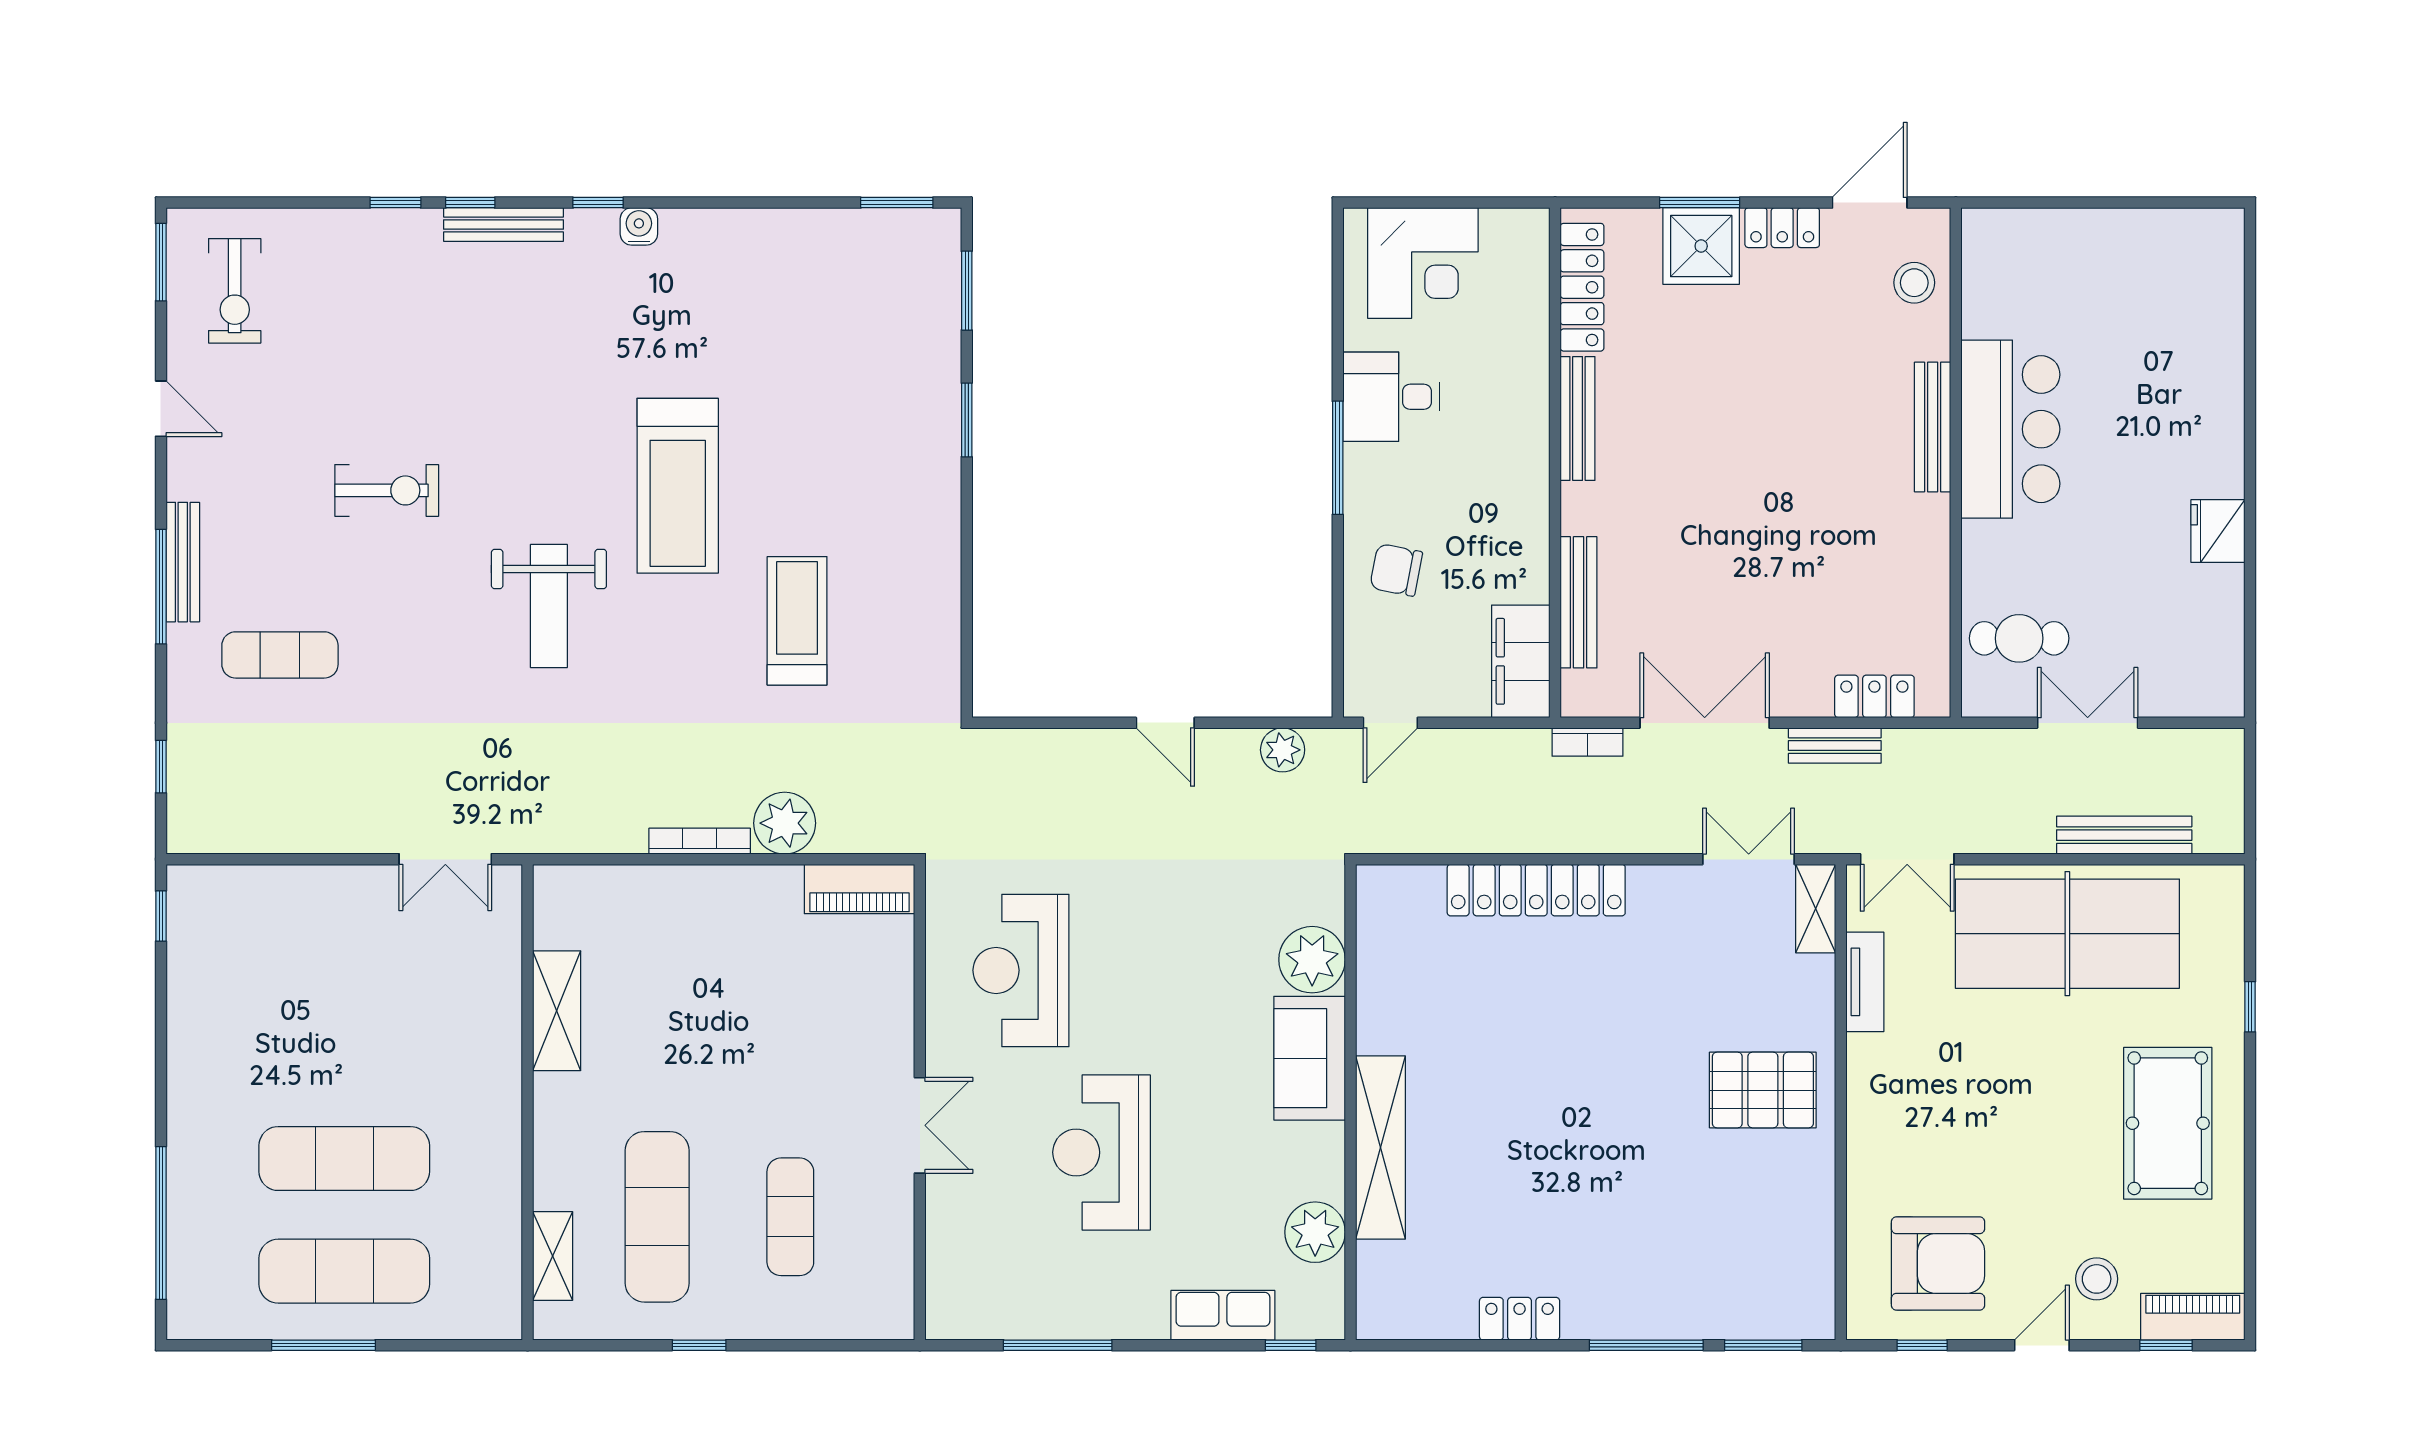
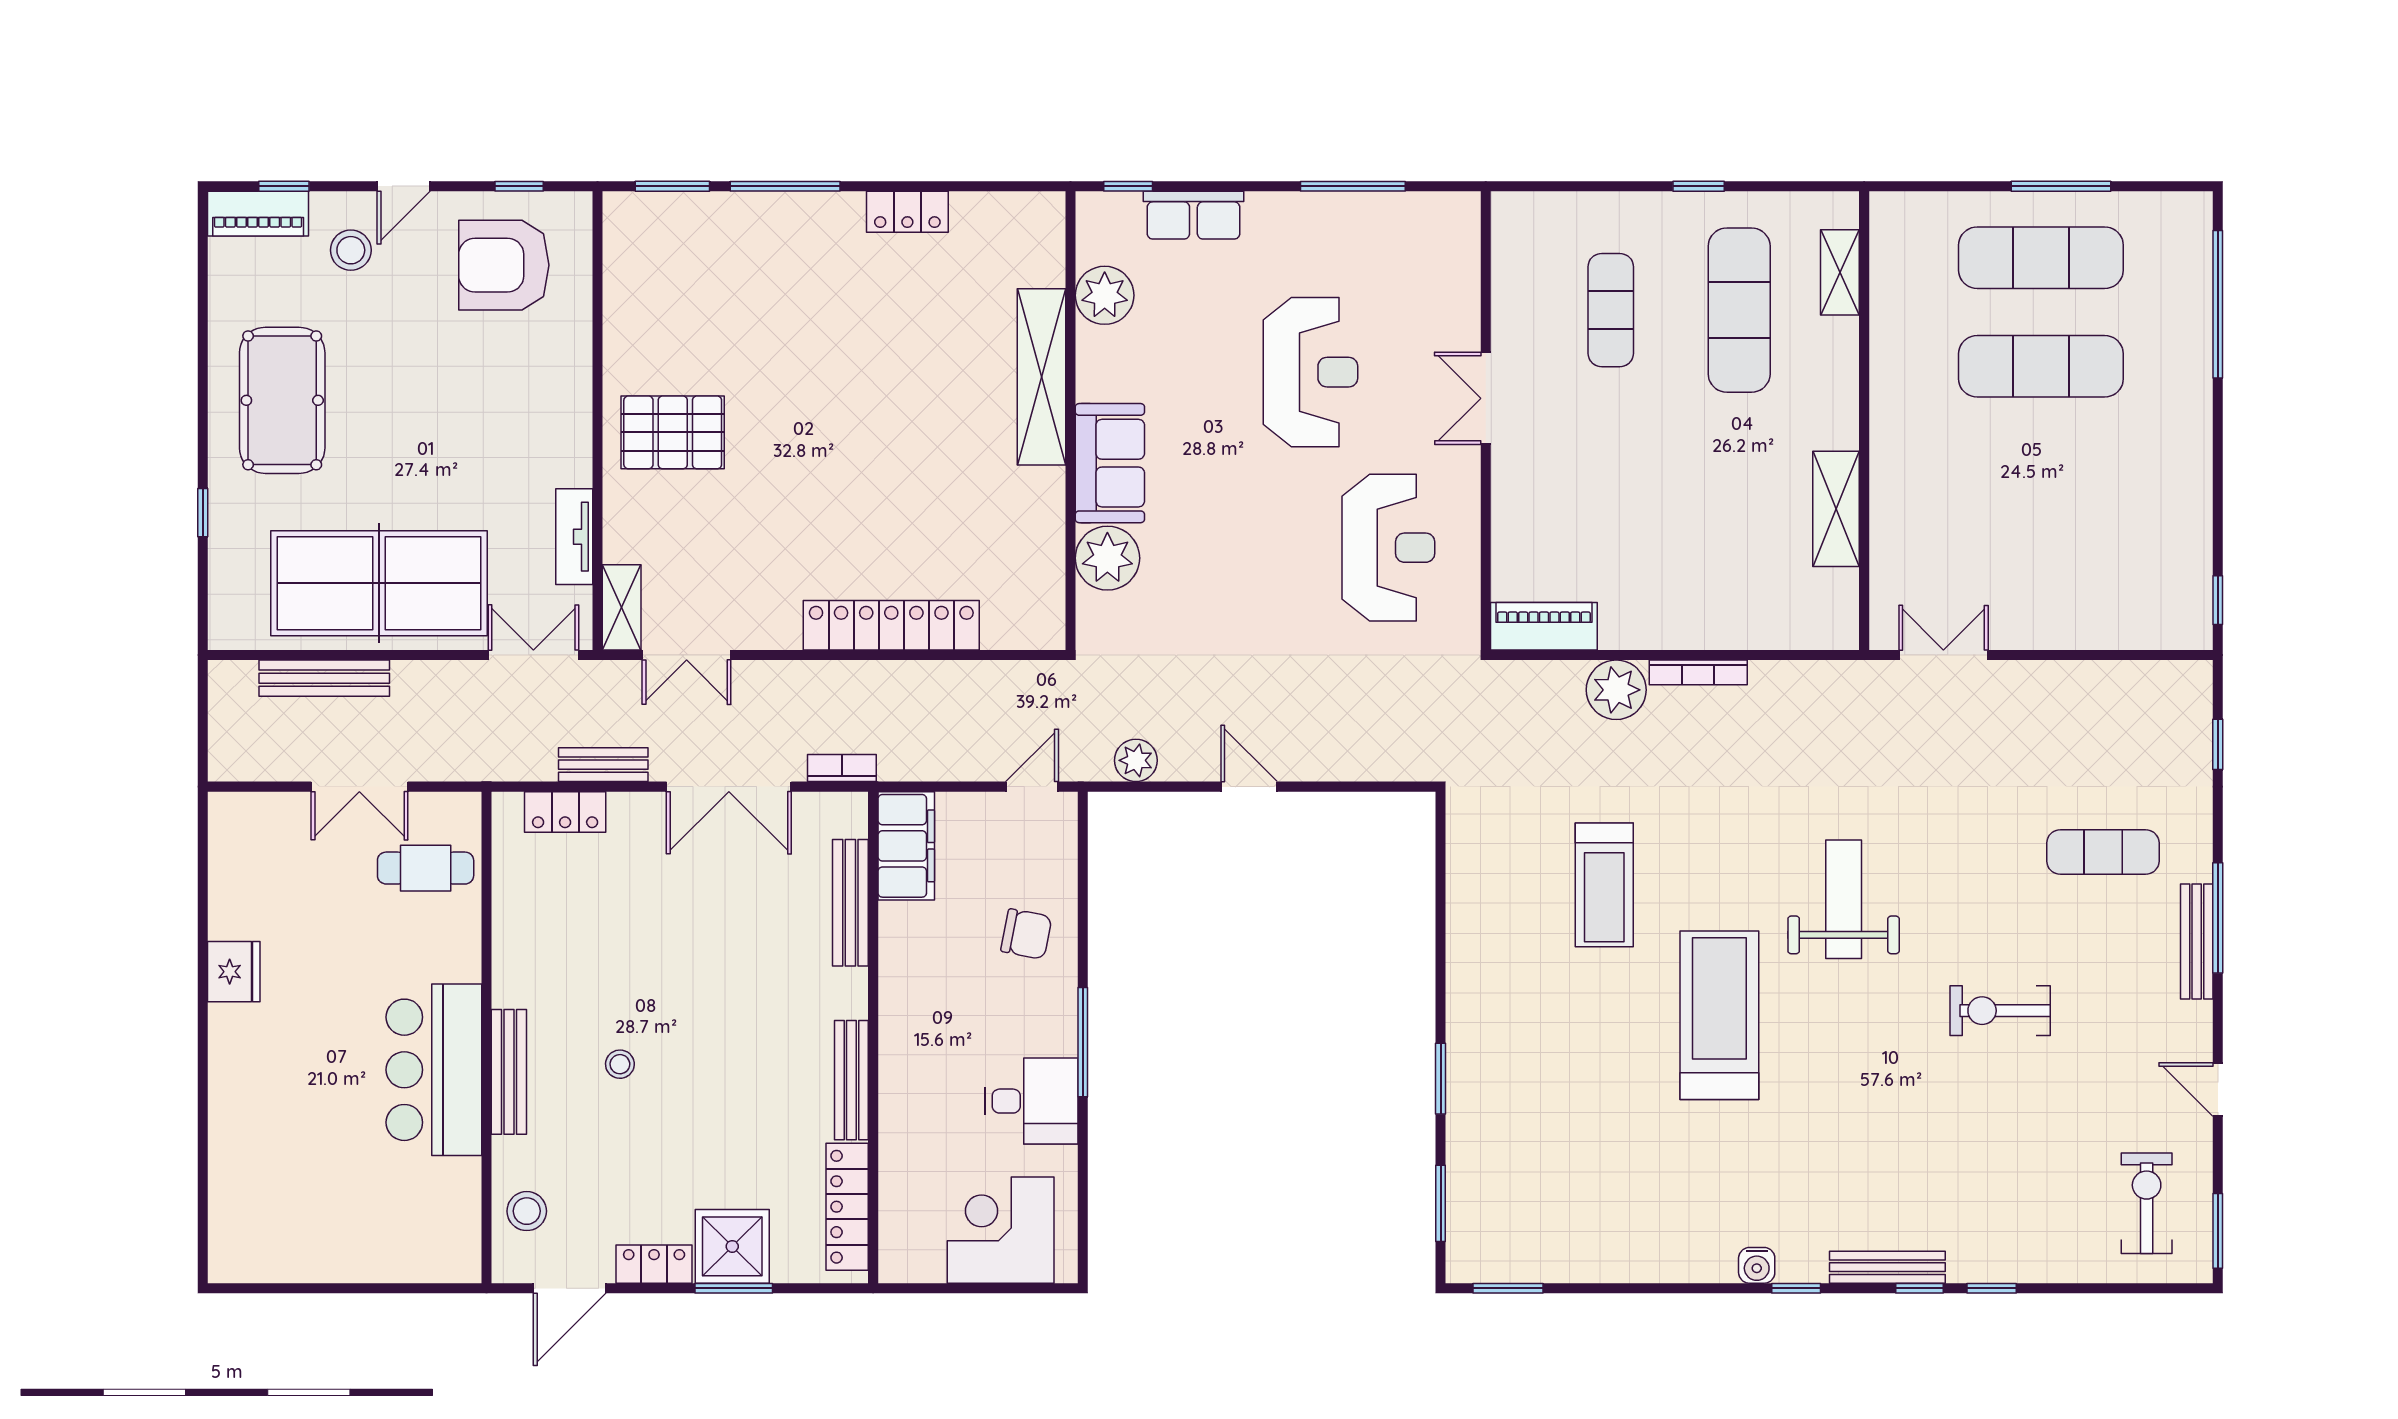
stool: (1818, 435) -> (620, 1064), added

